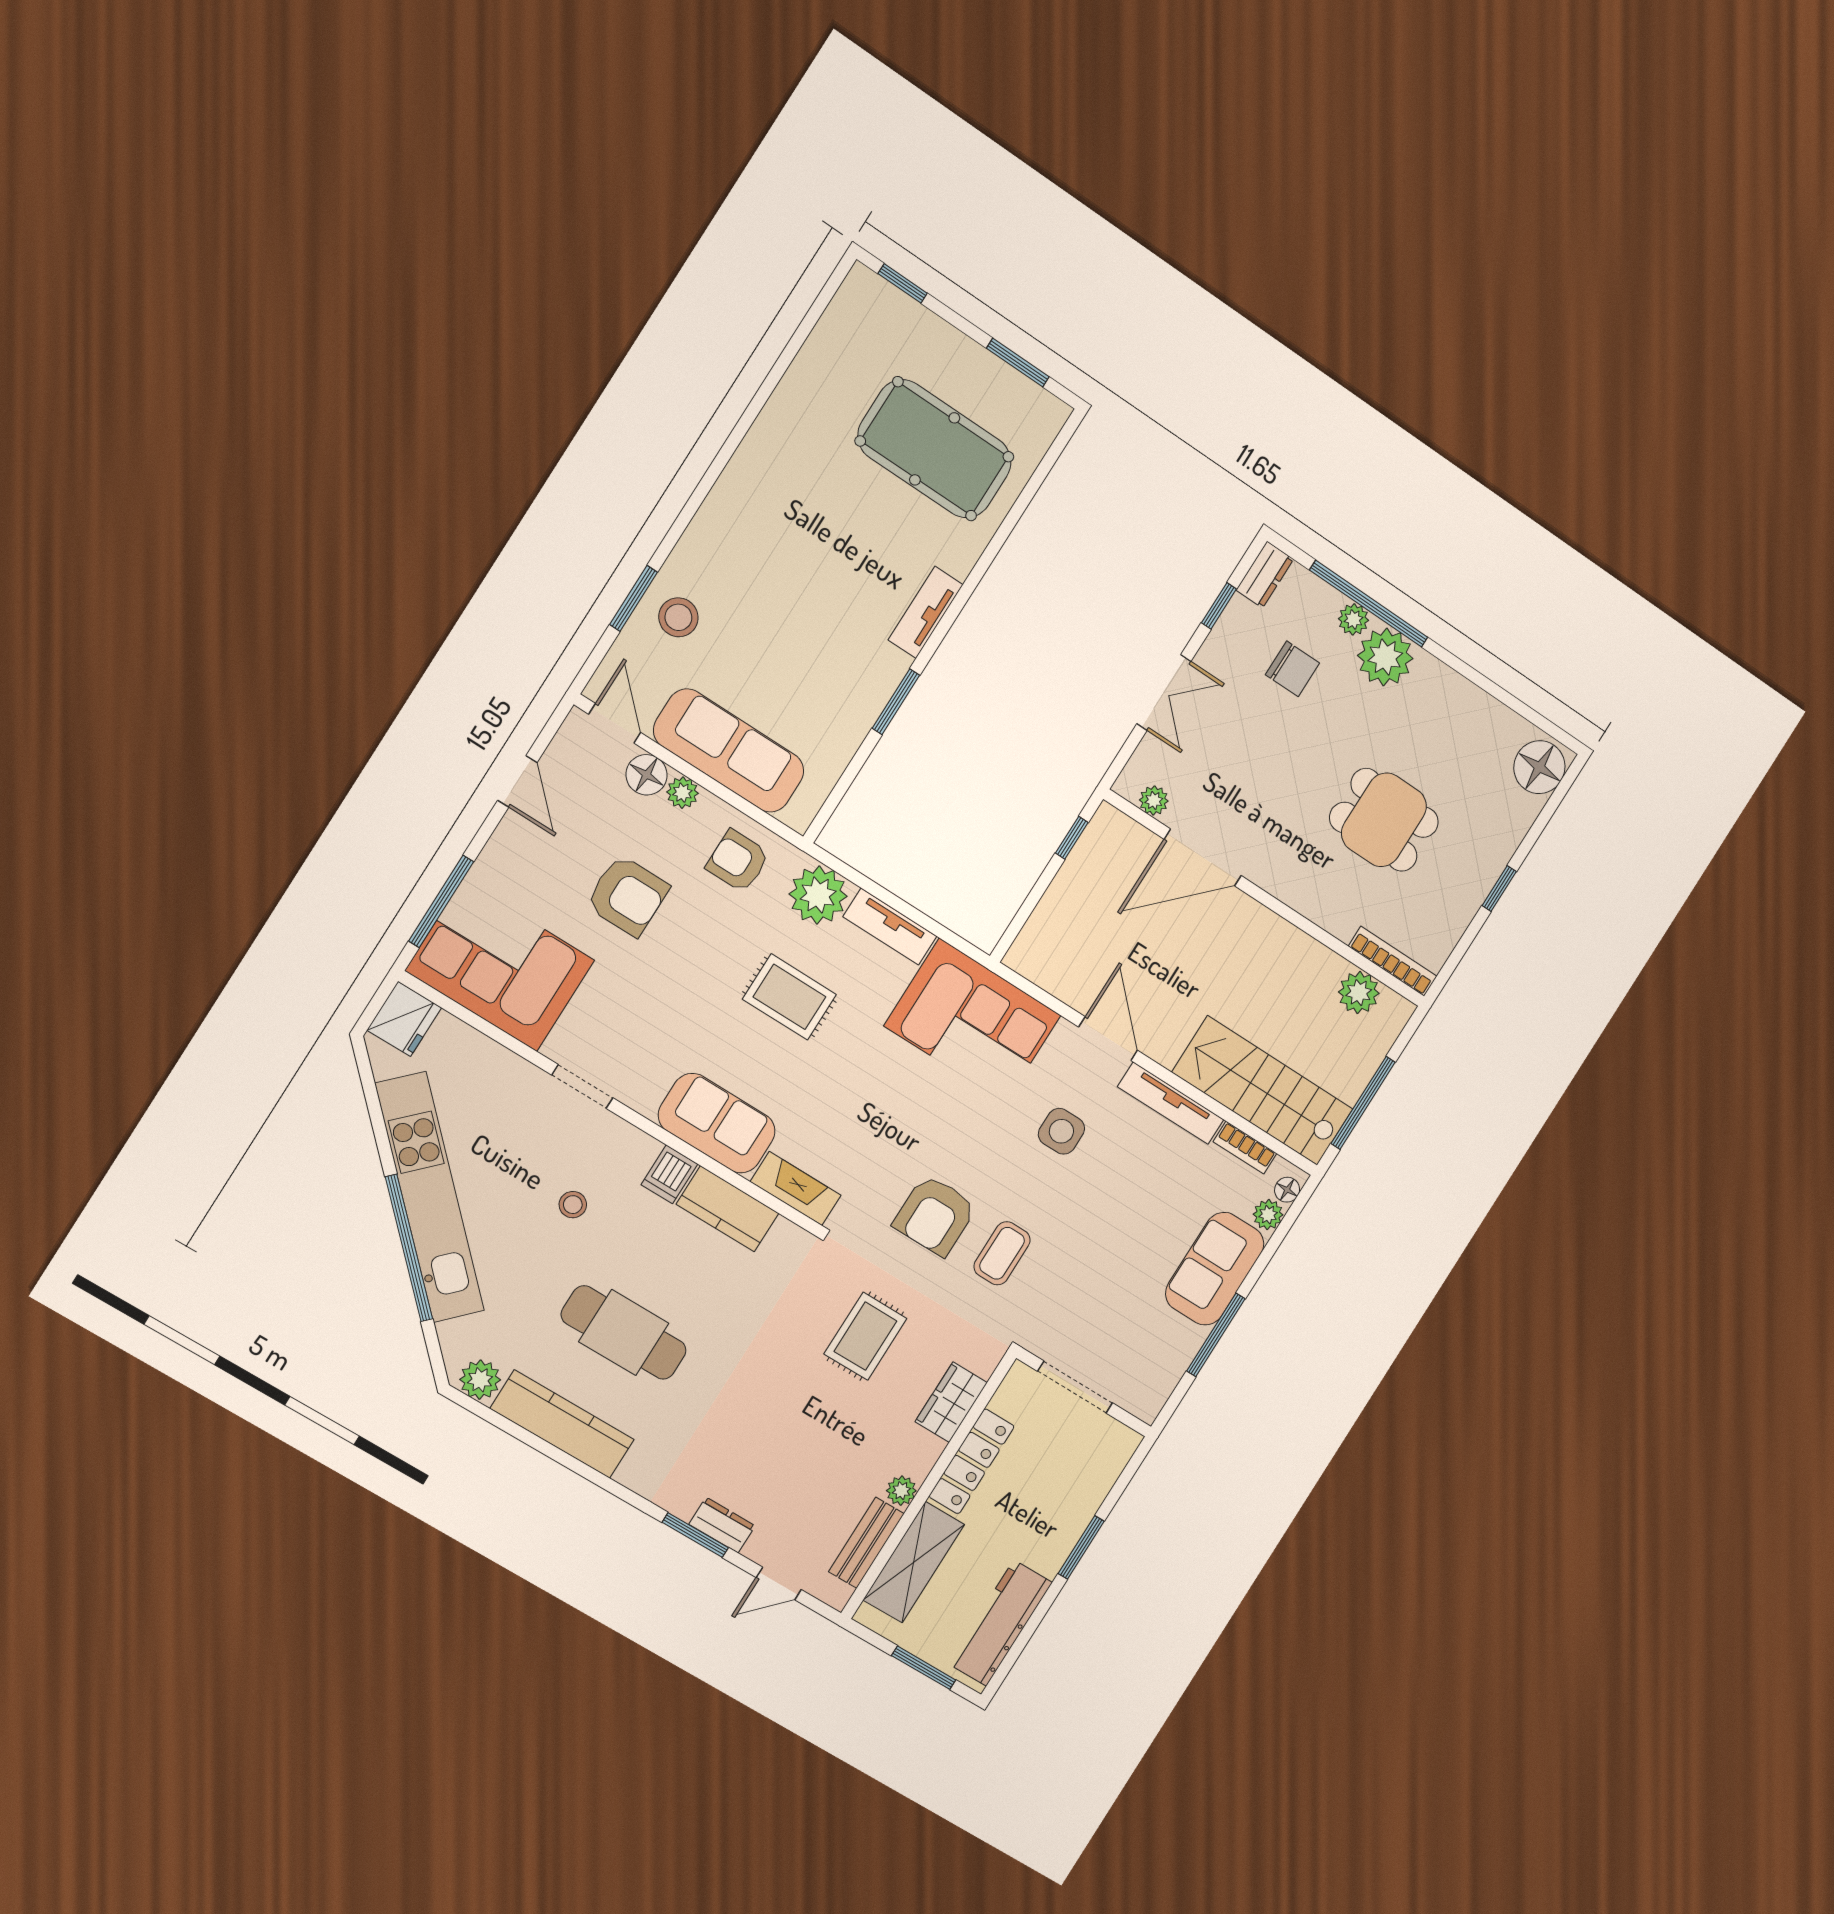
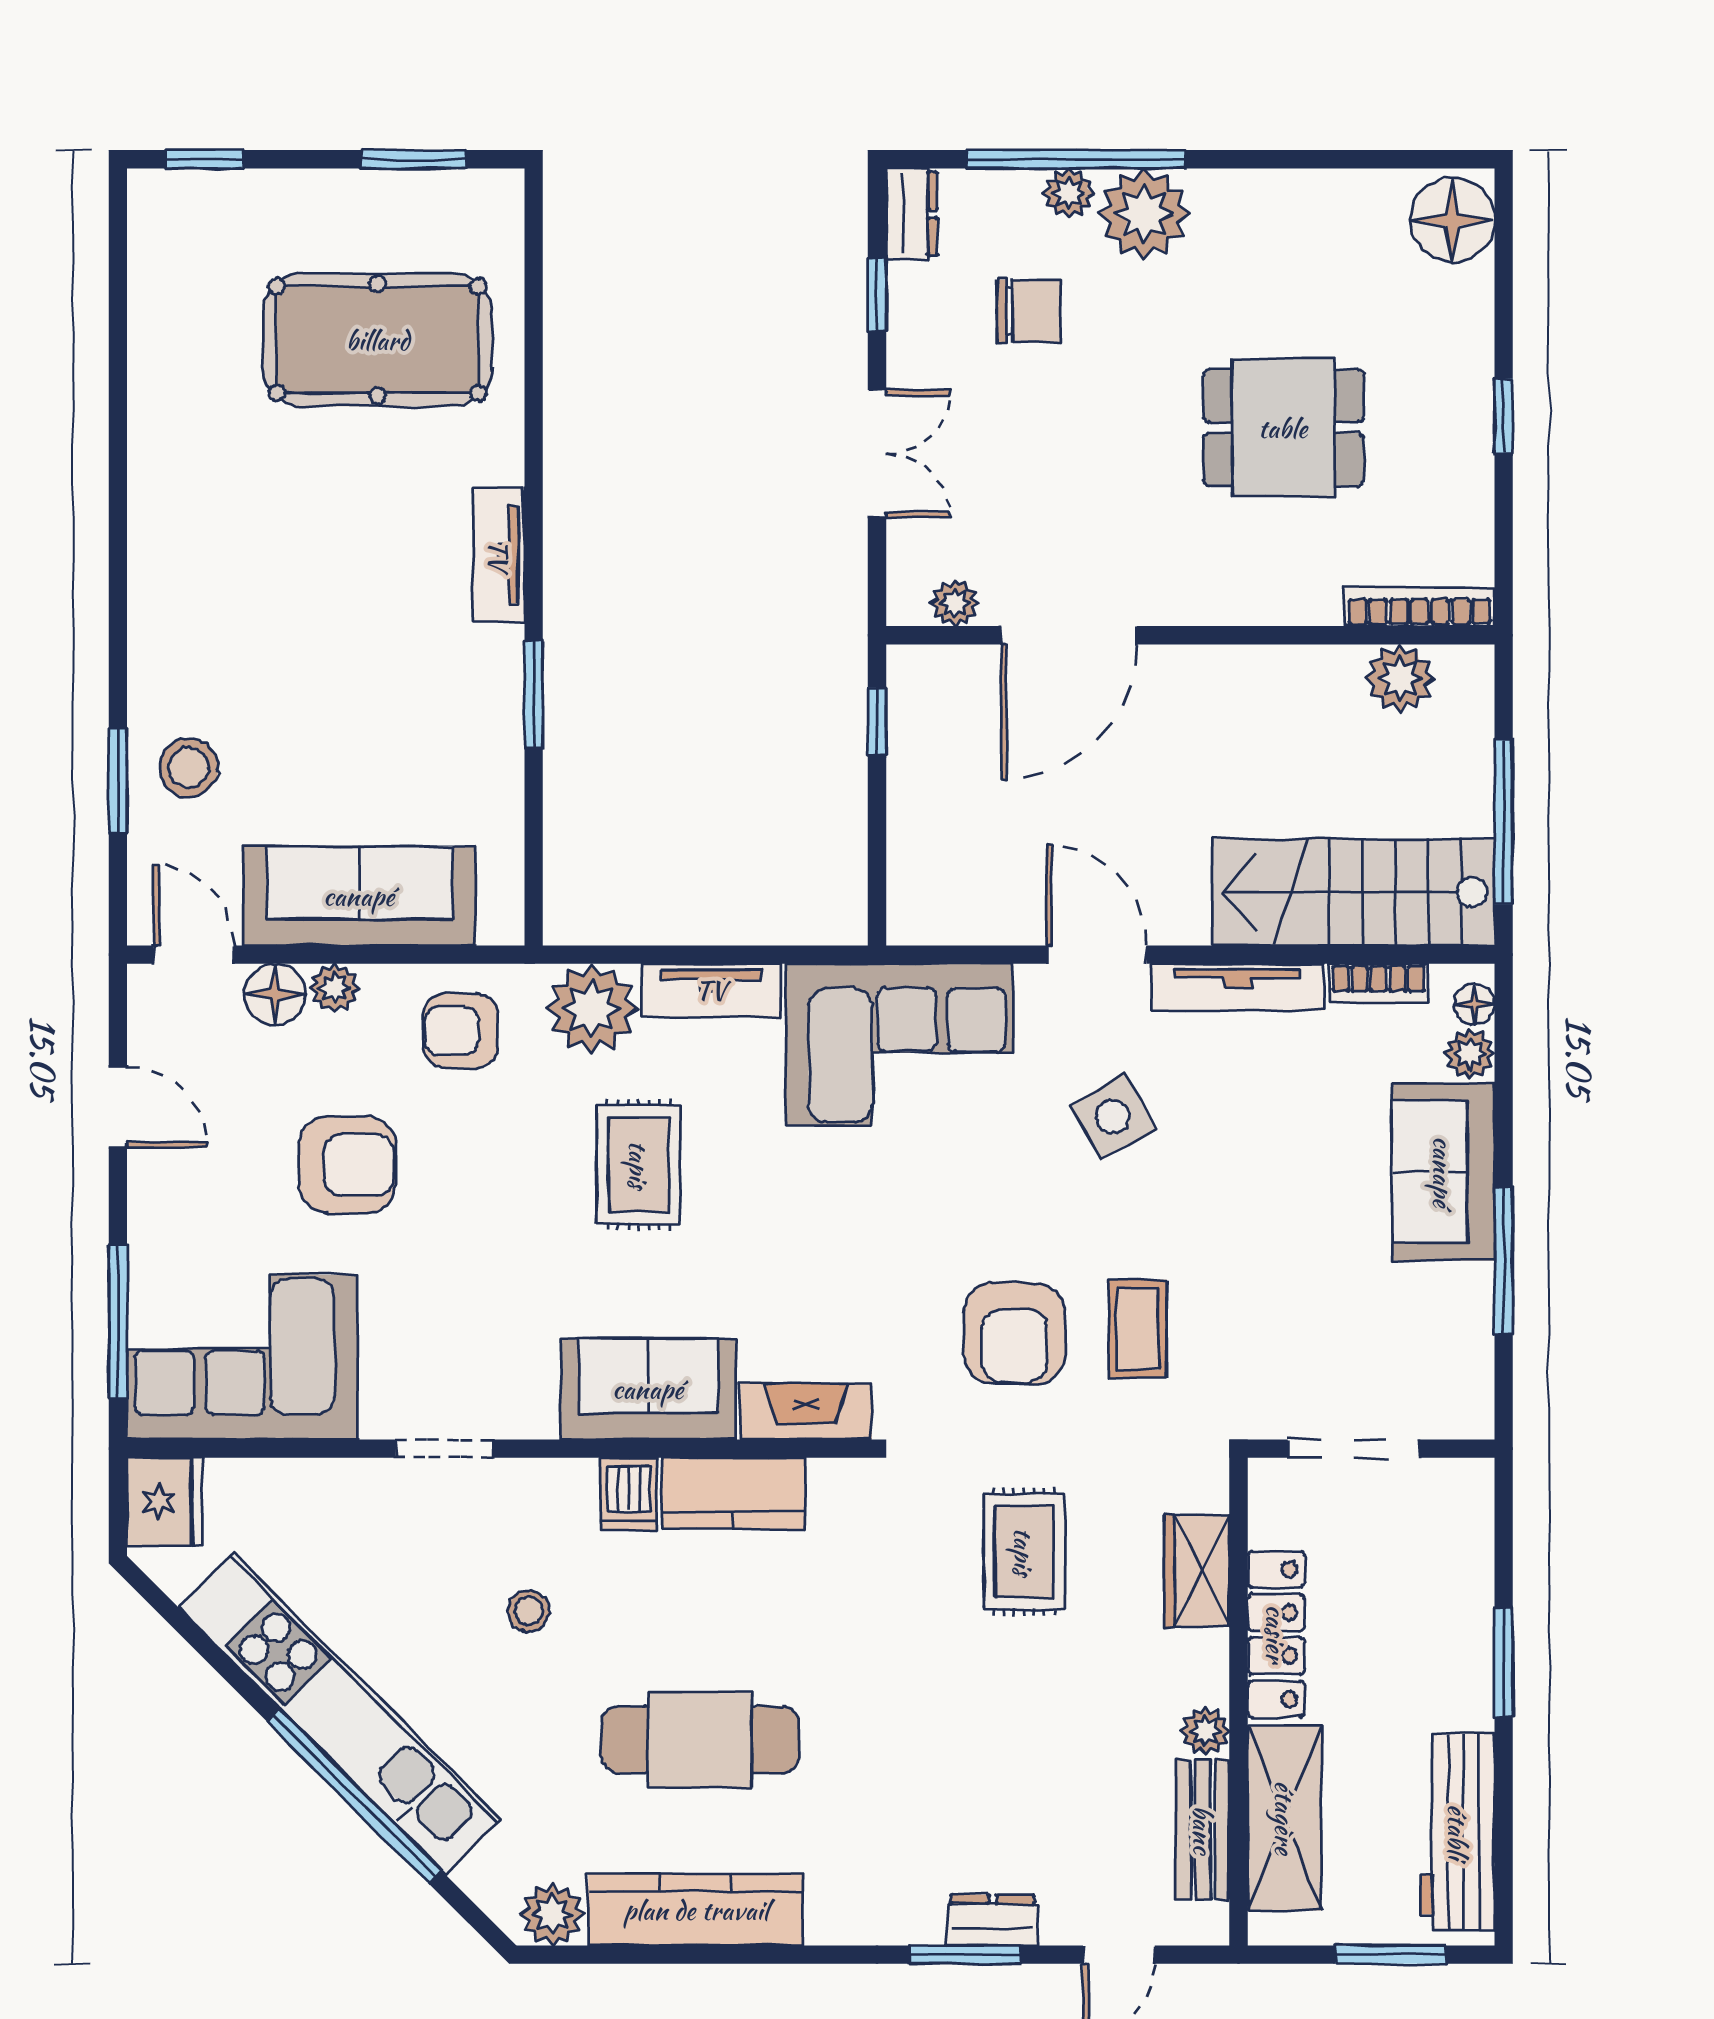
rug: (789, 997) -> (639, 1165), turned 90
side table: (1061, 1131) -> (1113, 1117), turned -30

